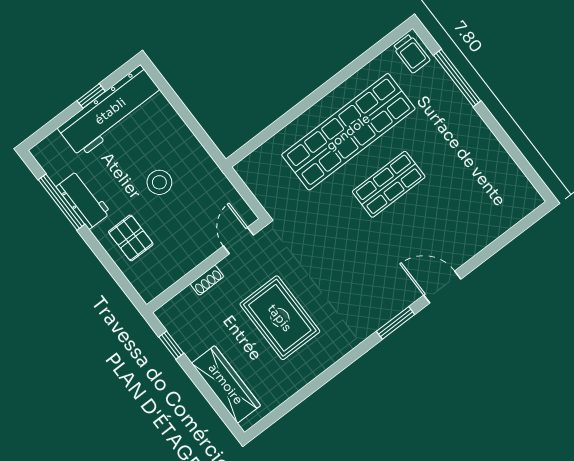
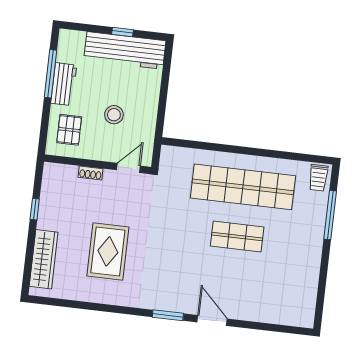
door: (238, 240) -> (128, 168), moved
wall: (206, 266) -> (98, 164), moved
shoe rack: (207, 280) -> (91, 173), moved

